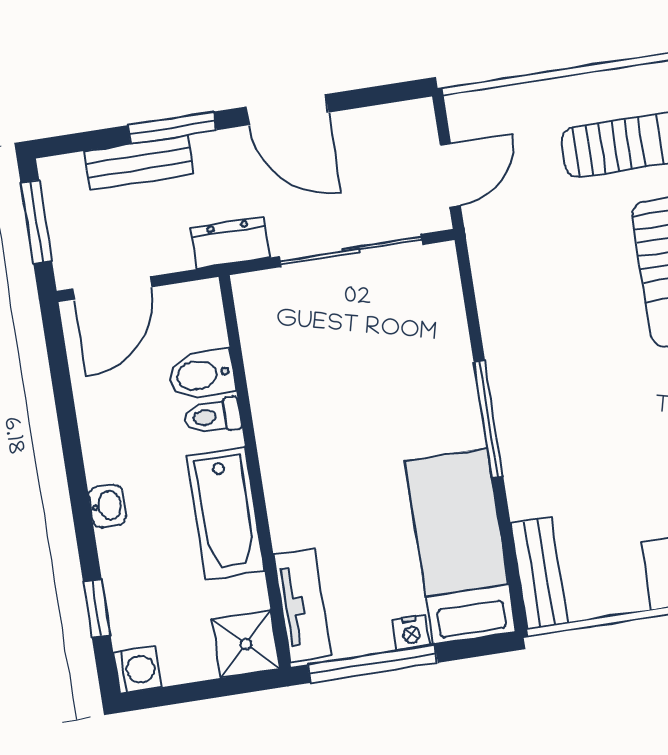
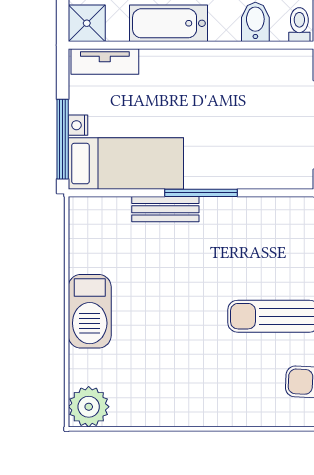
toilet: (212, 416) -> (299, 25), moved
bench: (539, 573) -> (165, 209), moved
window: (373, 664) -> (63, 139), moved

